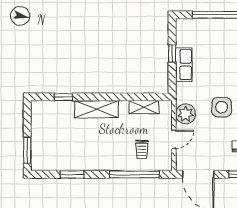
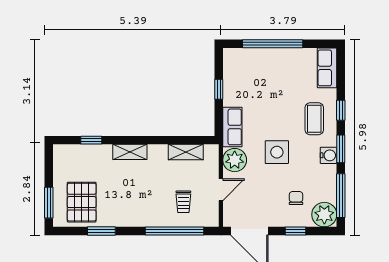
row of seats: (184, 65) -> (232, 127), moved
shelving: (96, 109) -> (130, 152), width x0.67, depth x0.75
pallet: (55, 150) -> (82, 202), added

